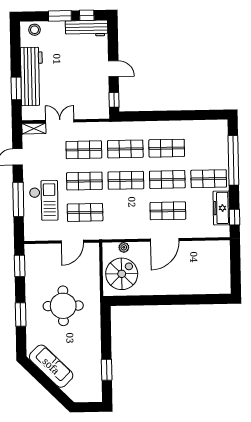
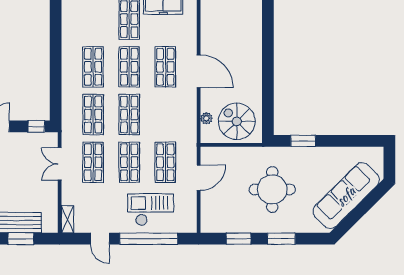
double door: (60, 121) -> (60, 164), moved
window: (18, 199) -> (149, 239), width x1.46
door: (72, 242) -> (199, 178), hinge flipped
window: (20, 266) -> (239, 239), moved
sofa: (51, 366) -> (346, 196), width x1.36, depth x1.27
window: (107, 370) -> (303, 141), moved

